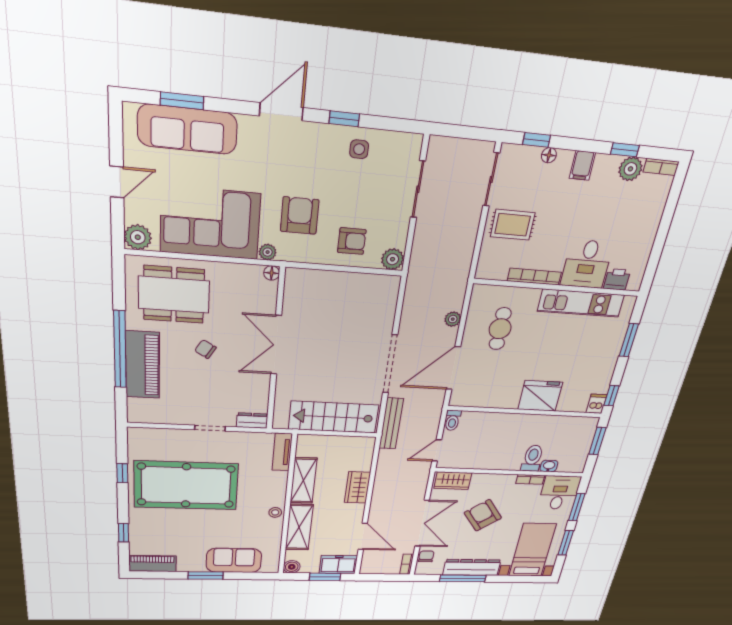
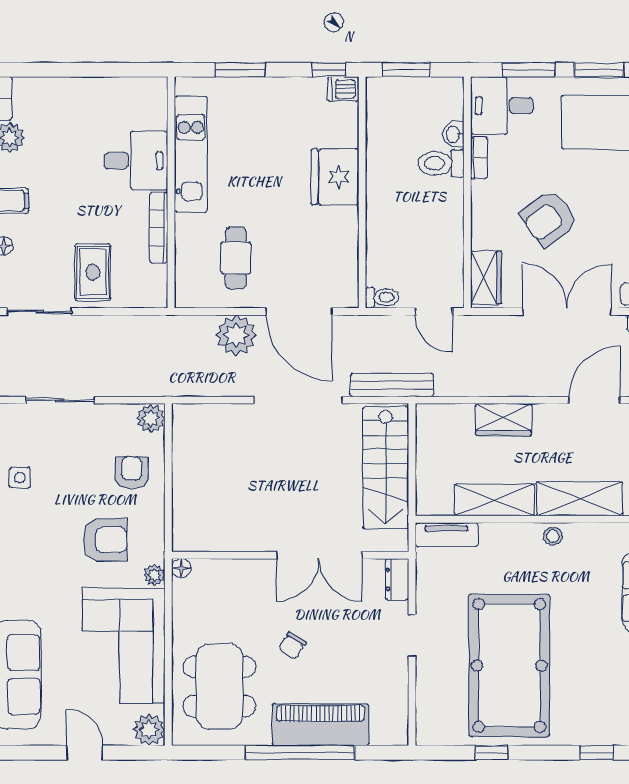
armchair: (300, 216) -> (105, 540), turned 180
printer: (617, 279) -> (153, 113), removed
plant: (453, 319) -> (236, 335), width x1.88, depth x1.88
cafe table: (500, 329) -> (236, 258), turned 90
double door: (276, 345) -> (319, 555), moved

